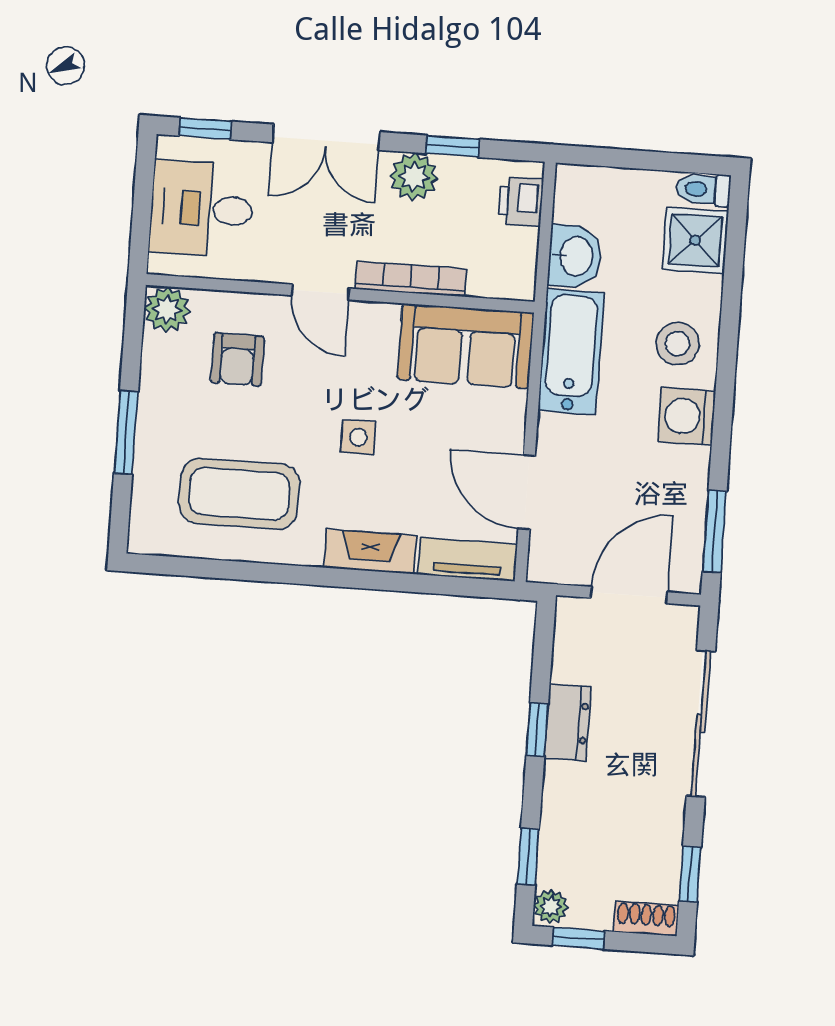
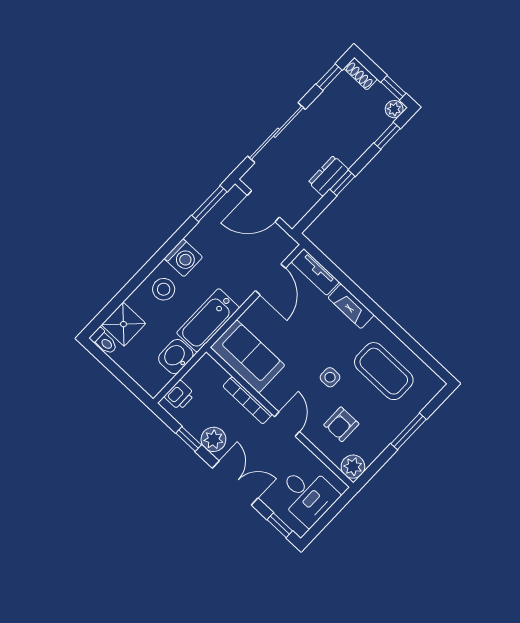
armchair: (237, 360) -> (341, 424), turned 180
side table: (358, 437) -> (330, 377), moved

